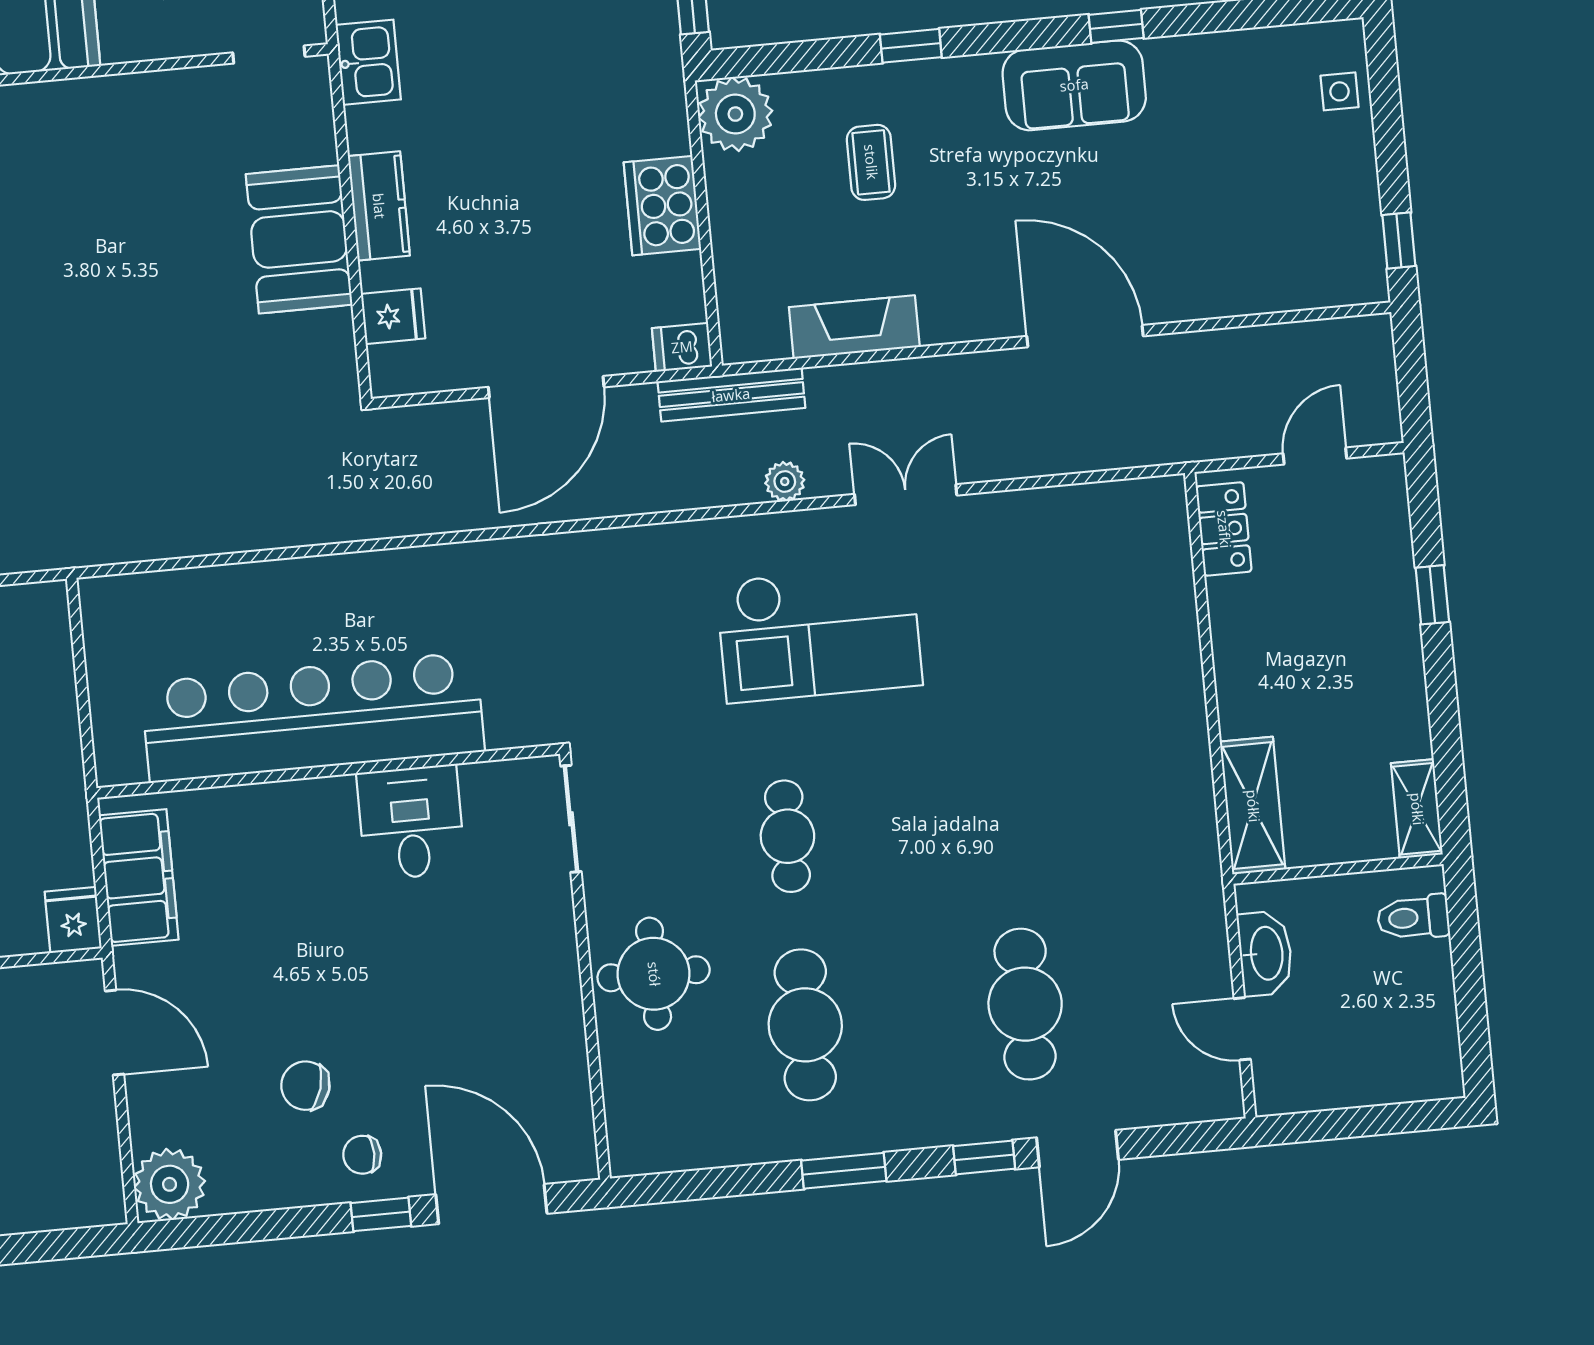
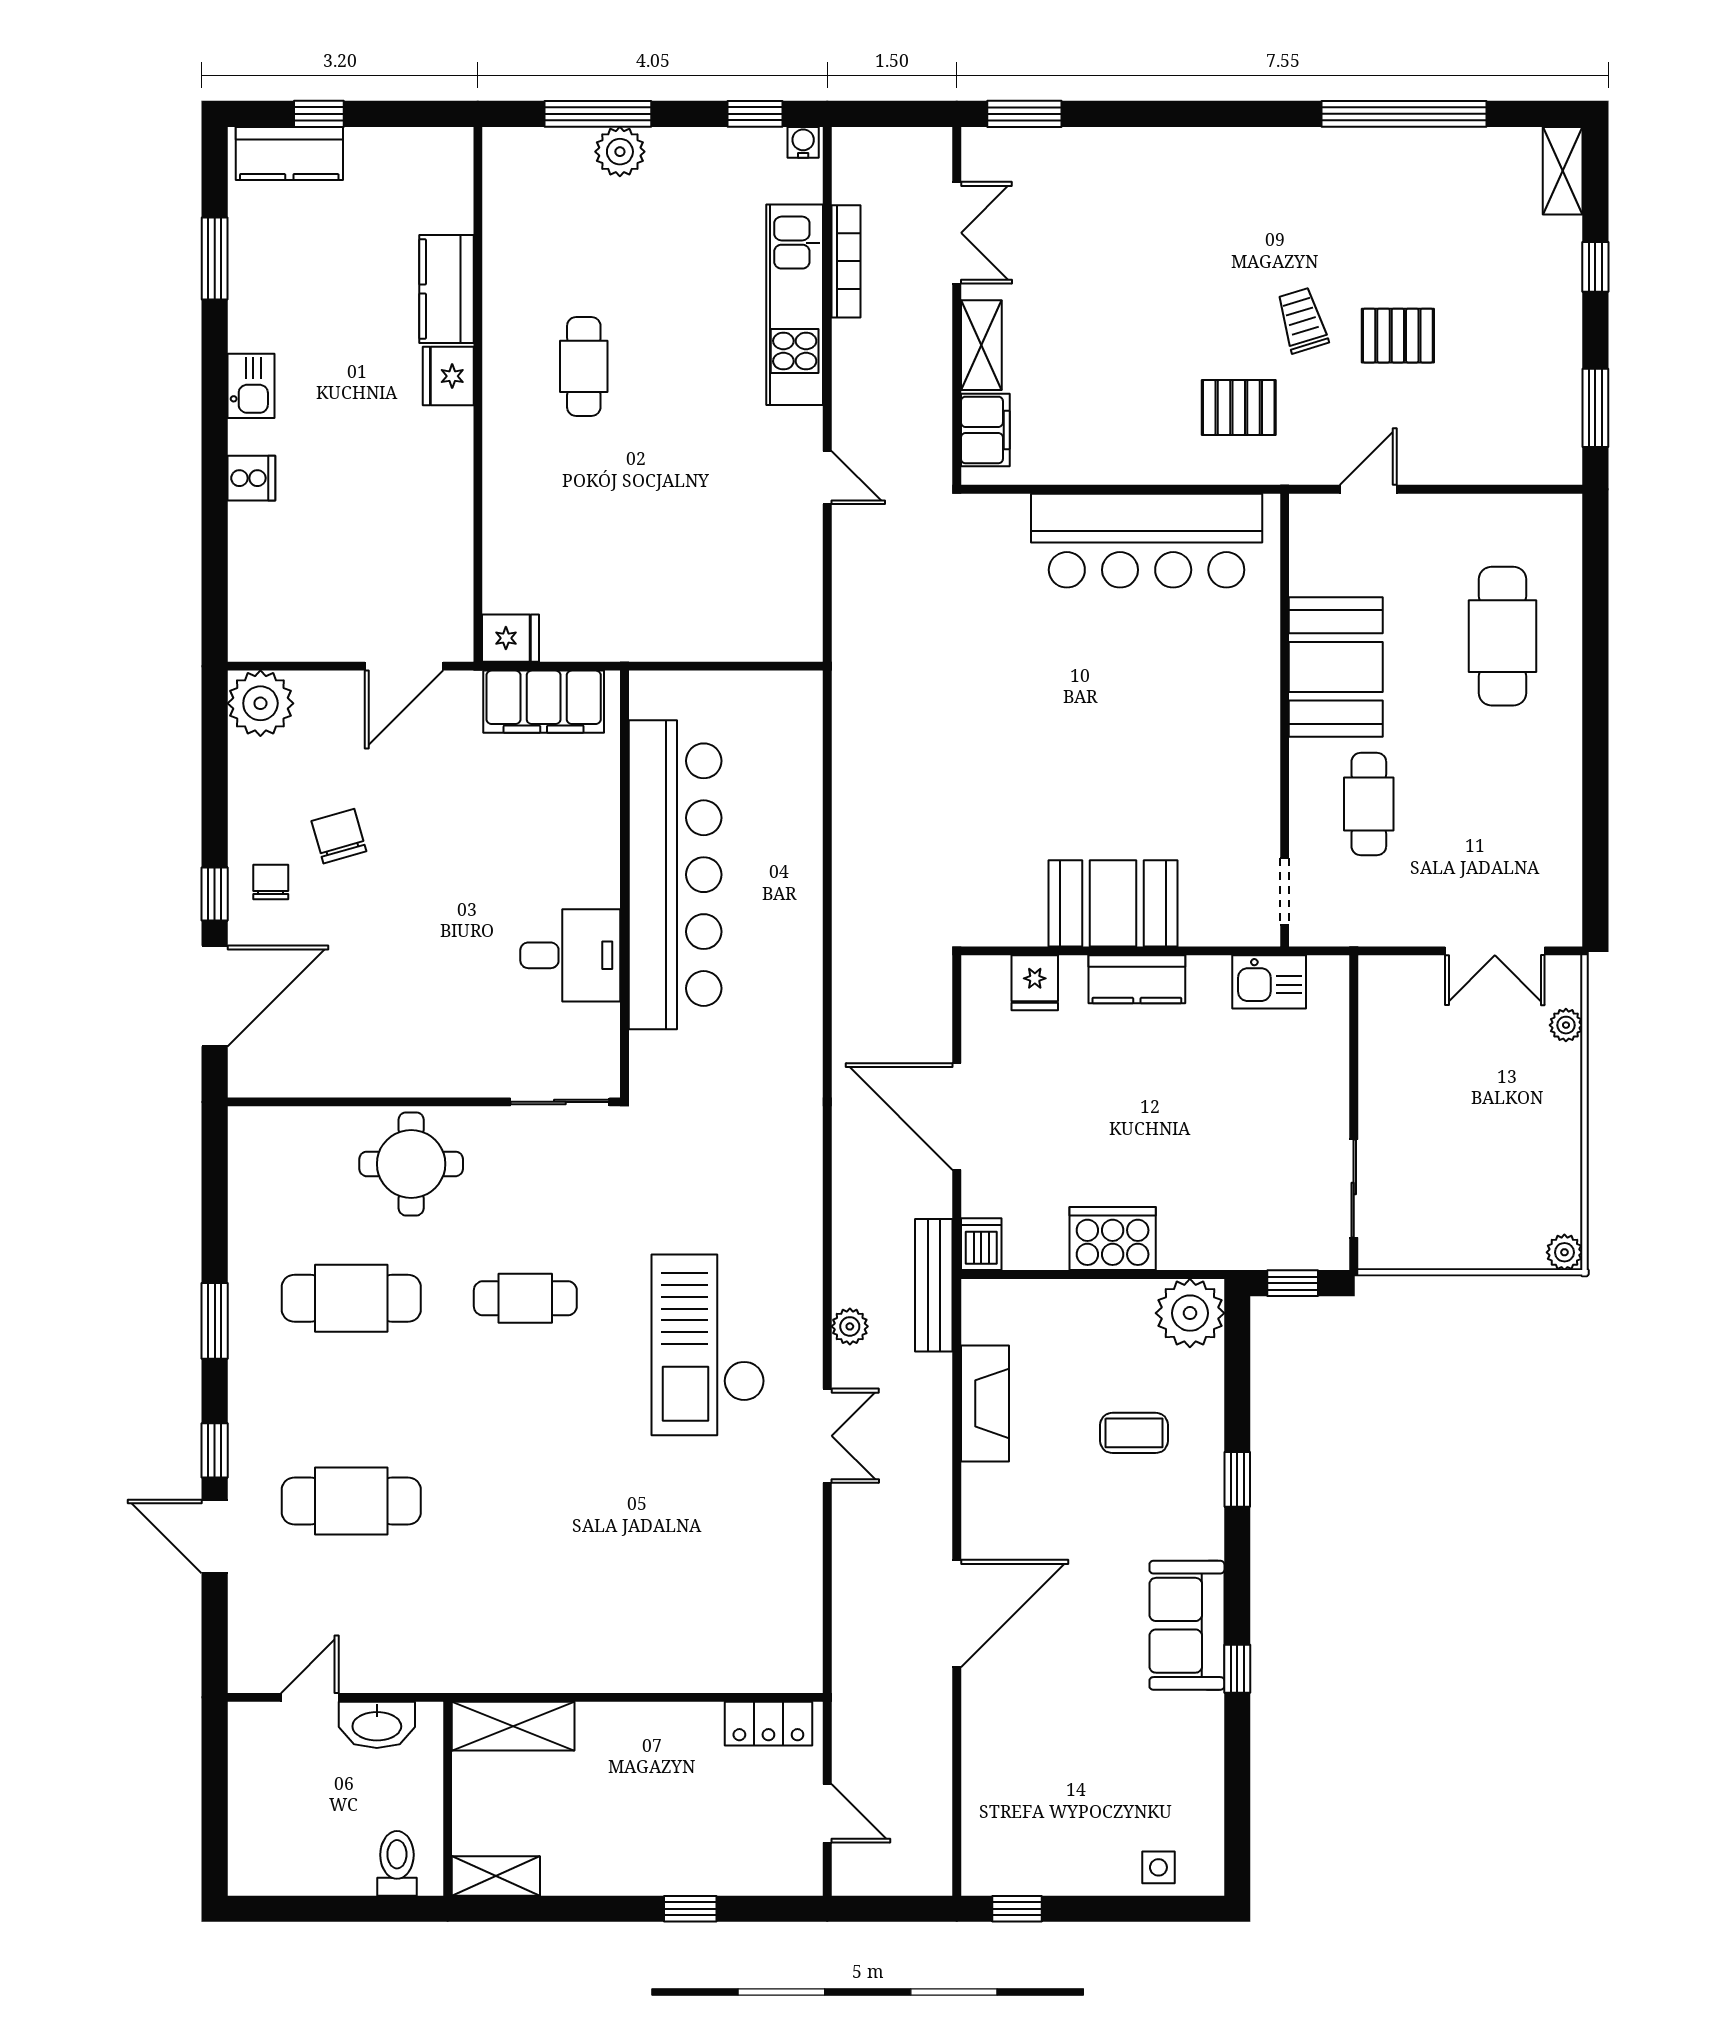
chair: (305, 1086) -> (339, 836), turned -32

